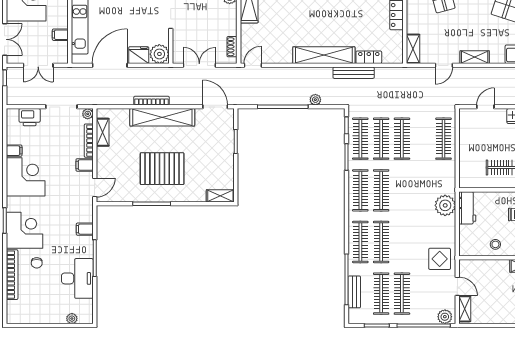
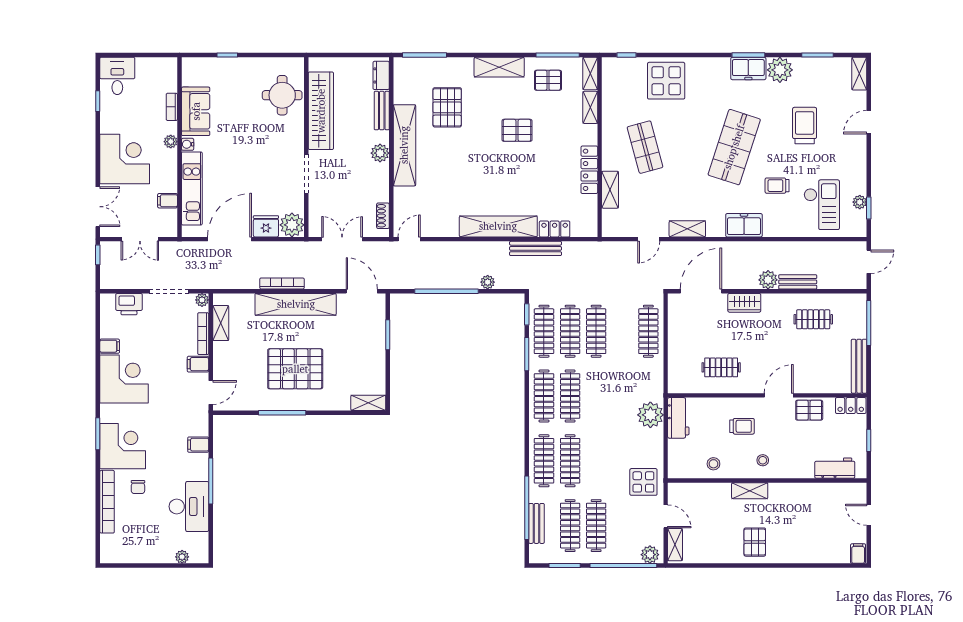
shelving: (413, 49) -> (610, 190), moved
door: (485, 107) -> (701, 291), width x1.88

